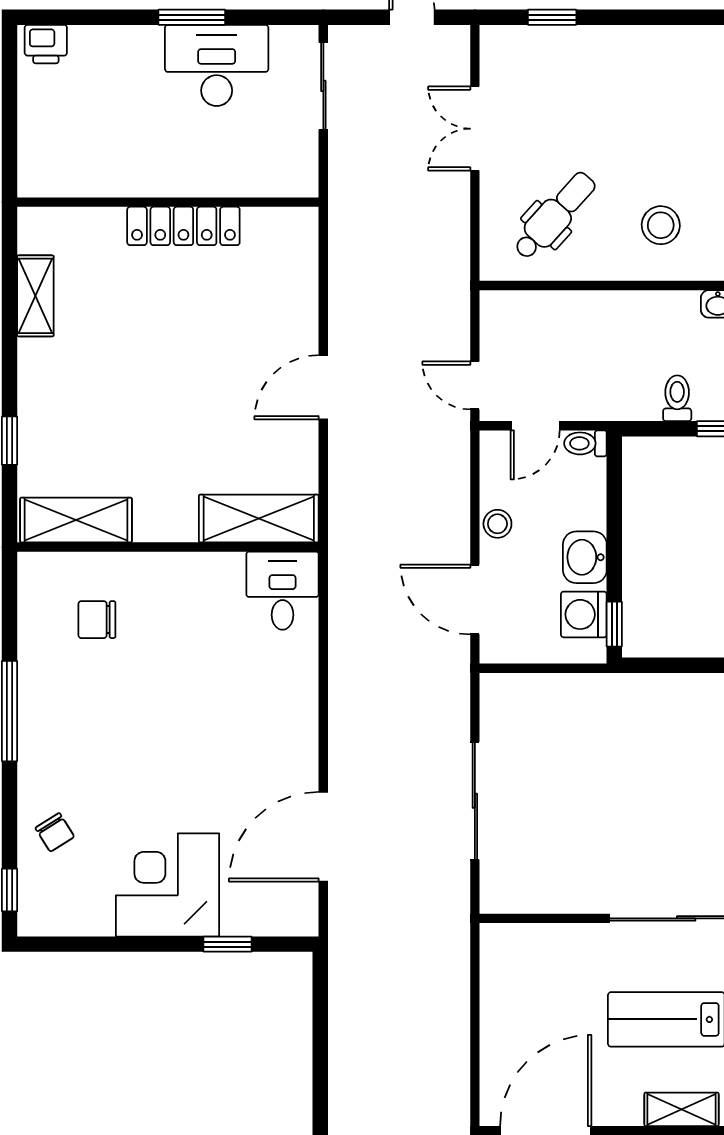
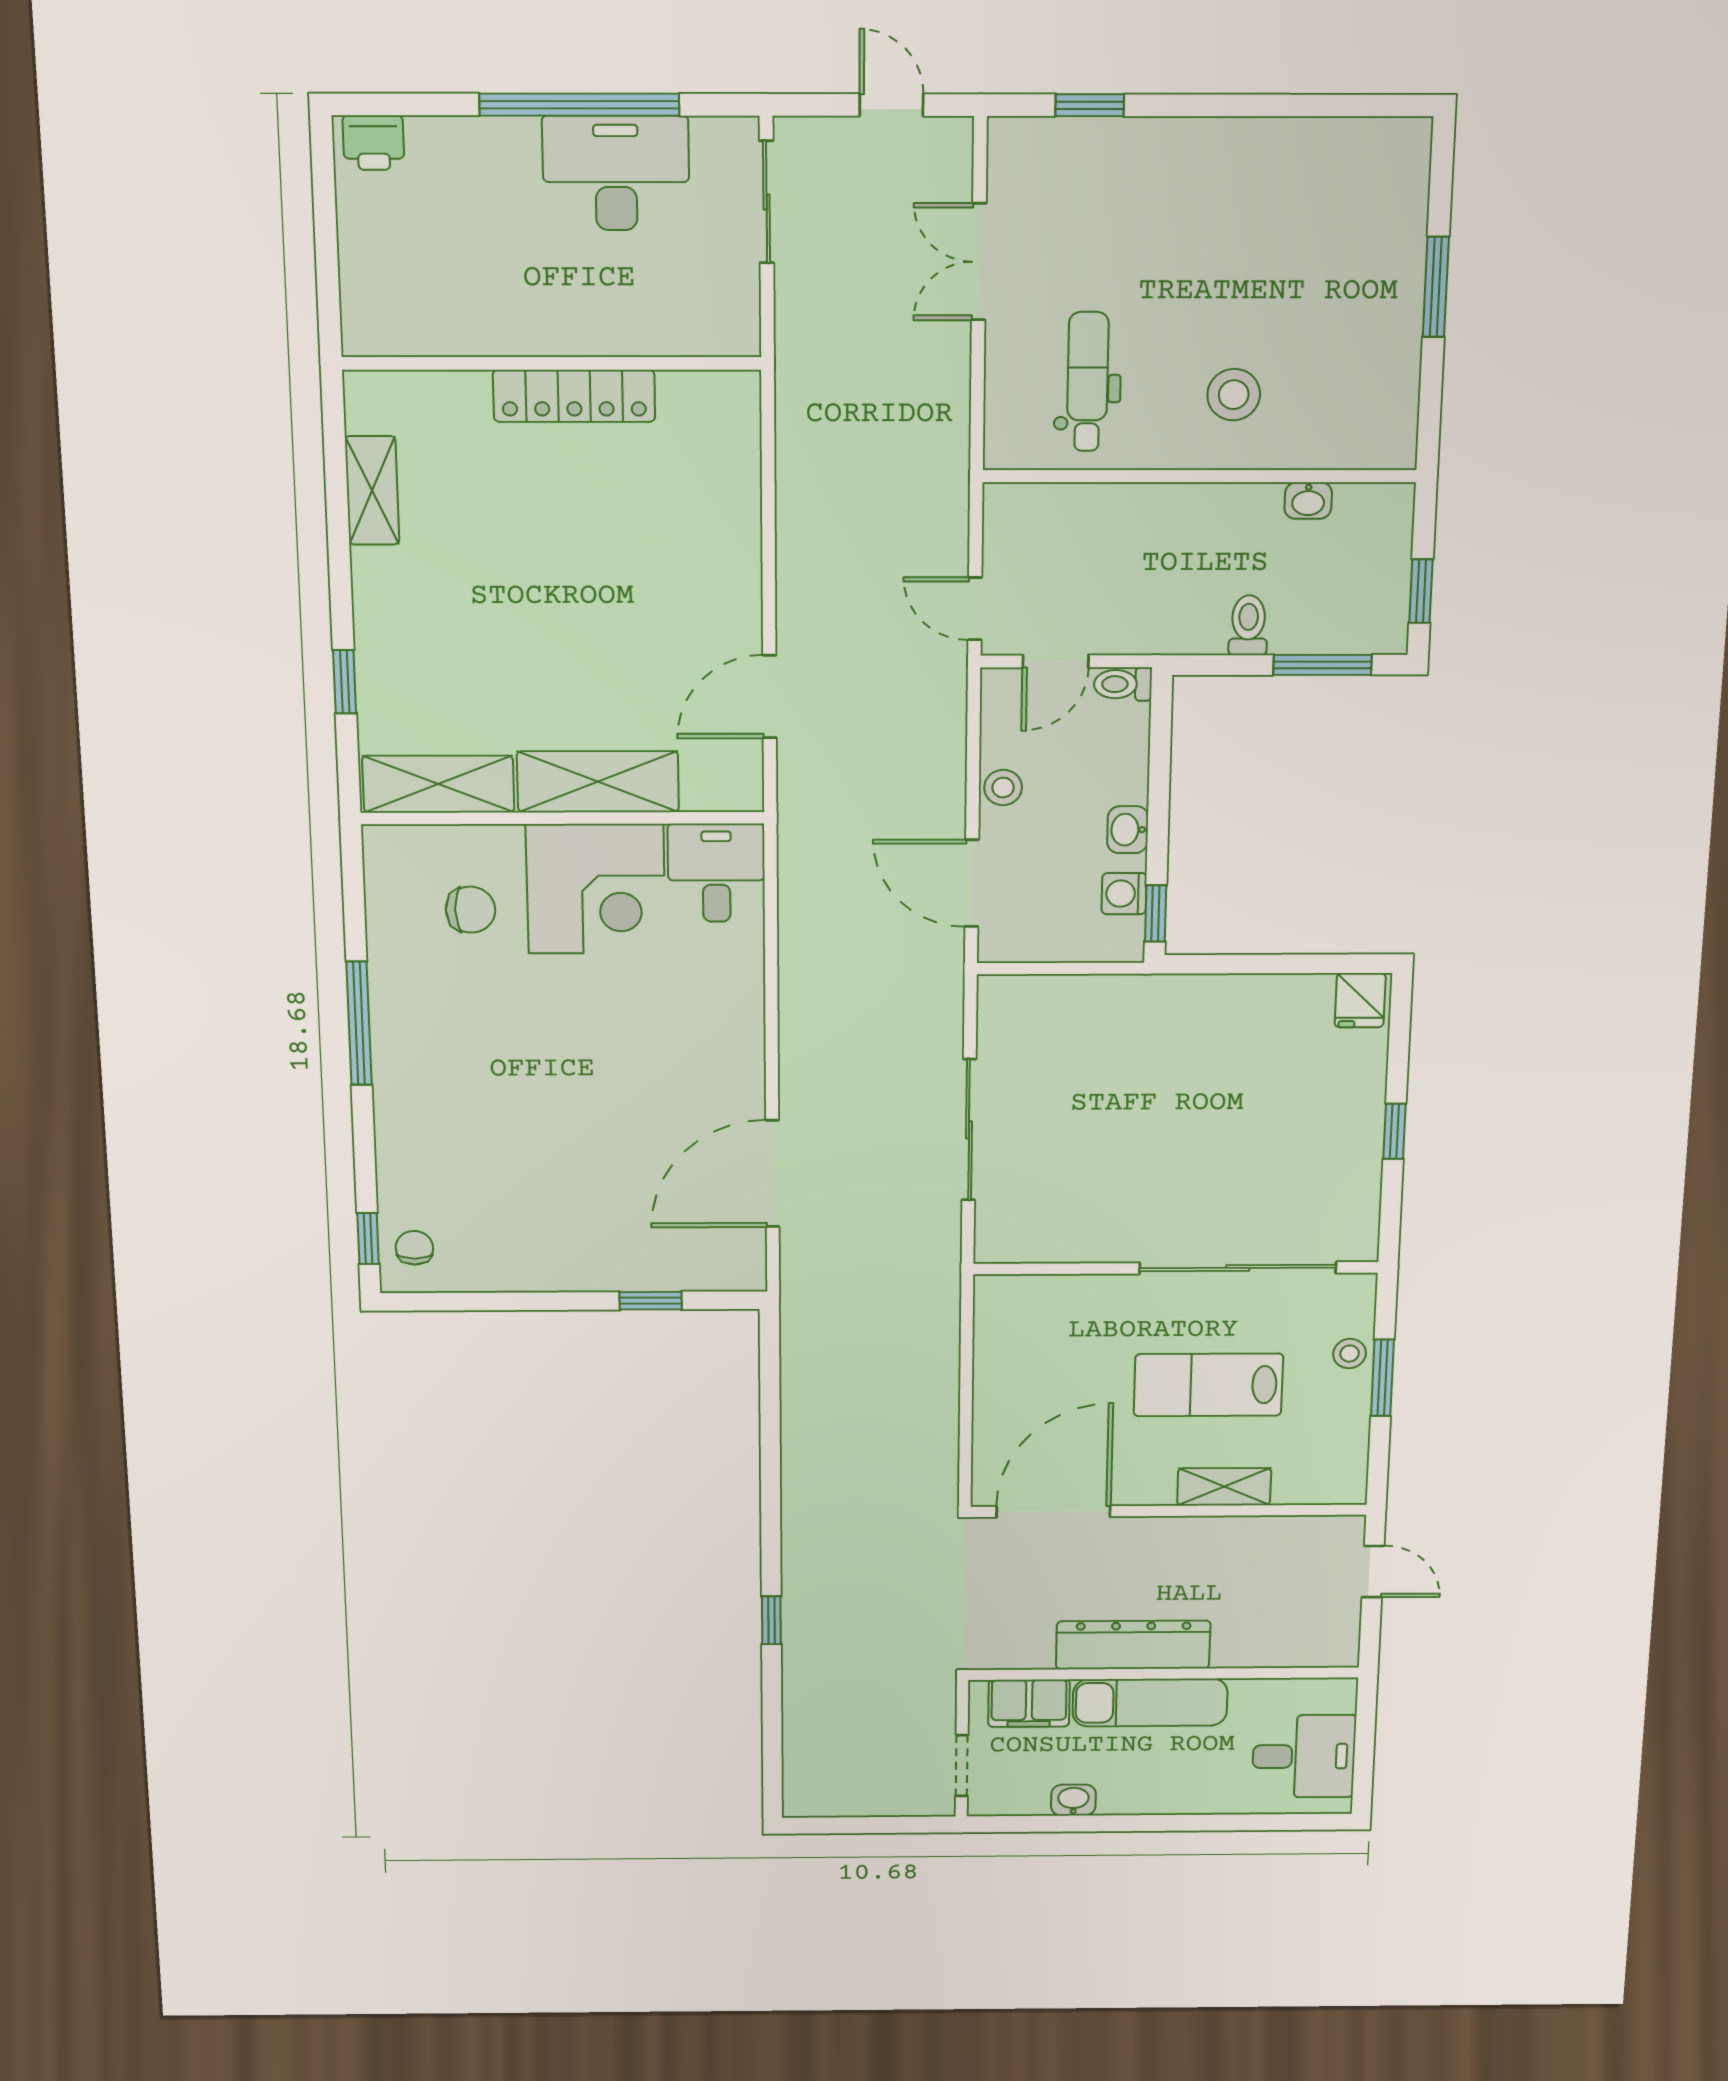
window: (192, 17) -> (579, 105), width x2.11
dental chair: (555, 216) -> (1088, 382), turned -42
door: (323, 387) -> (770, 697), moved
shelving: (259, 519) -> (598, 782), moved
washbasin: (585, 557) -> (1128, 830), width x0.72, depth x0.69
washing machine: (584, 614) -> (1124, 894), width x0.73, depth x0.73
chair: (97, 620) -> (471, 910), turned 180
chair: (55, 832) -> (414, 1248), moved, turned -148
corner desk: (167, 885) -> (596, 889), moved, turned 180

